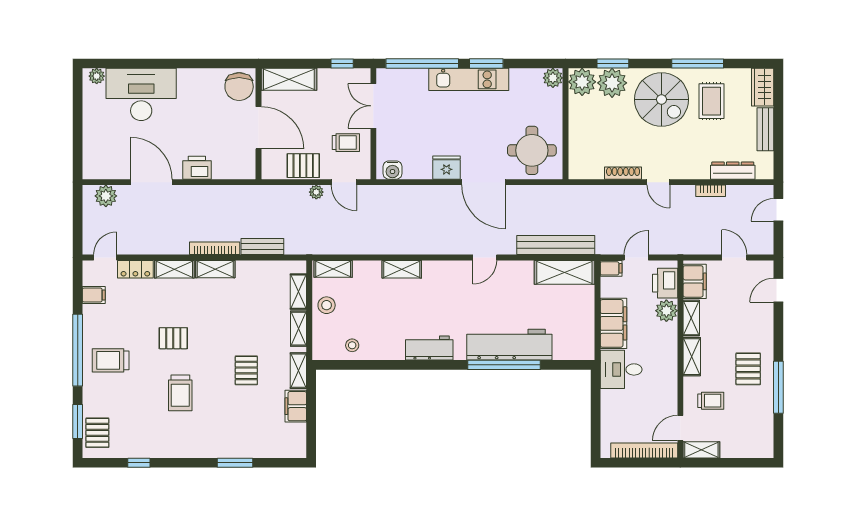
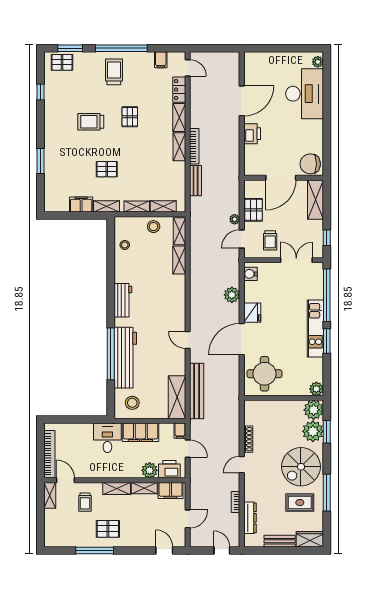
plant: (106, 196) -> (232, 295), moved
shelving: (402, 269) -> (179, 260), moved
stool: (572, 335) -> (132, 403), added

